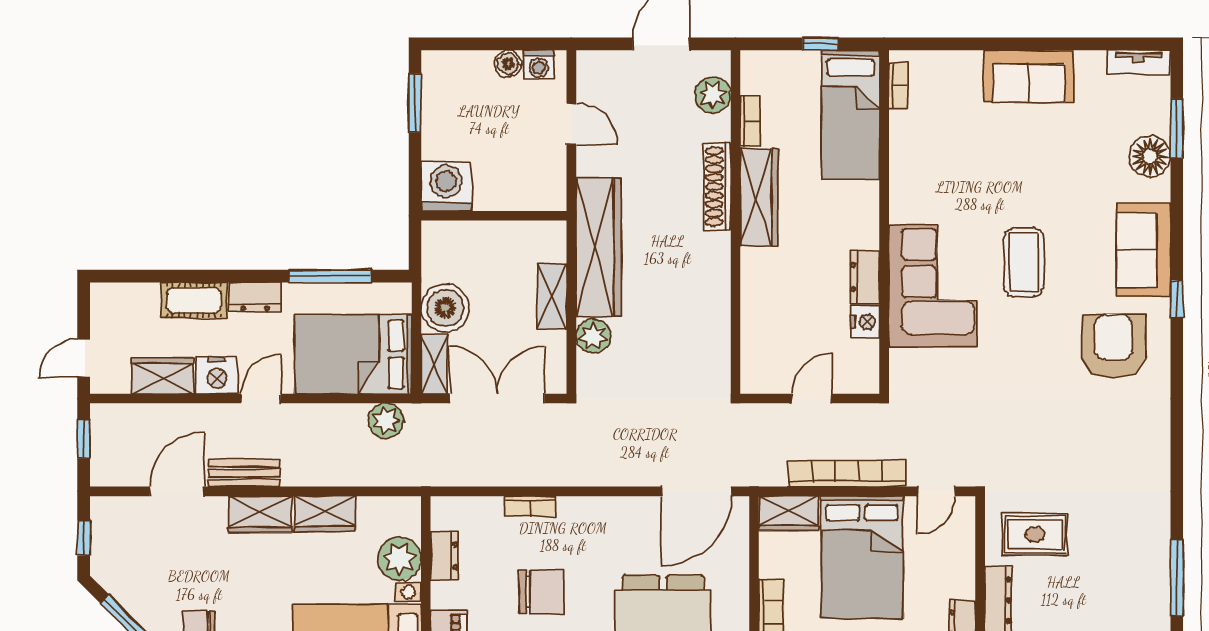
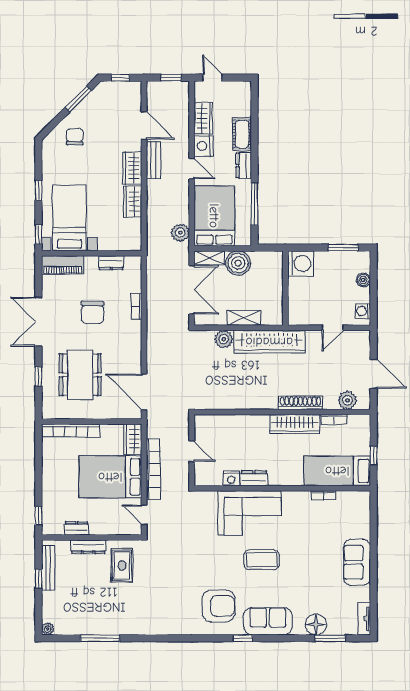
boiler: (508, 64) -> (363, 280), moved
bookcase: (898, 86) -> (324, 495), moved
plant: (399, 559) -> (110, 240), removed

